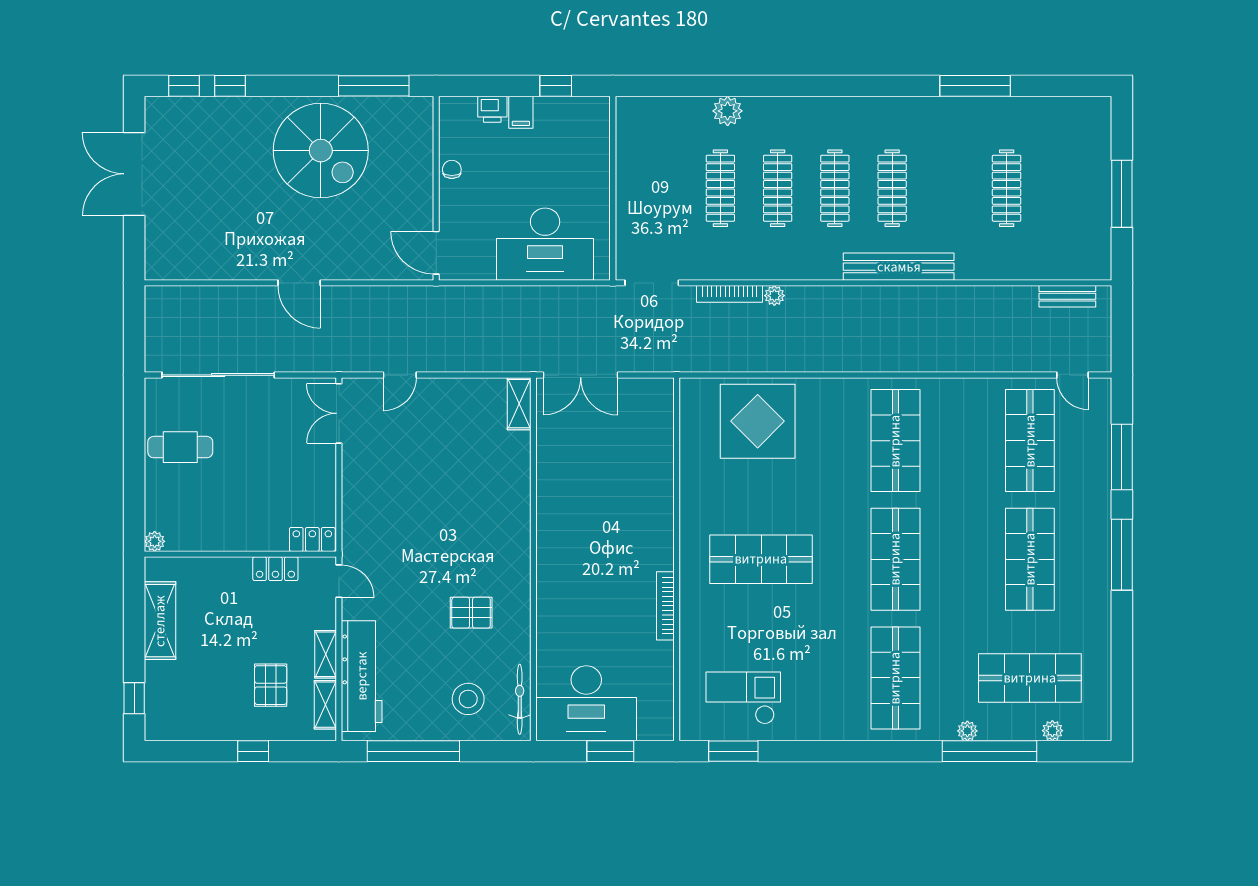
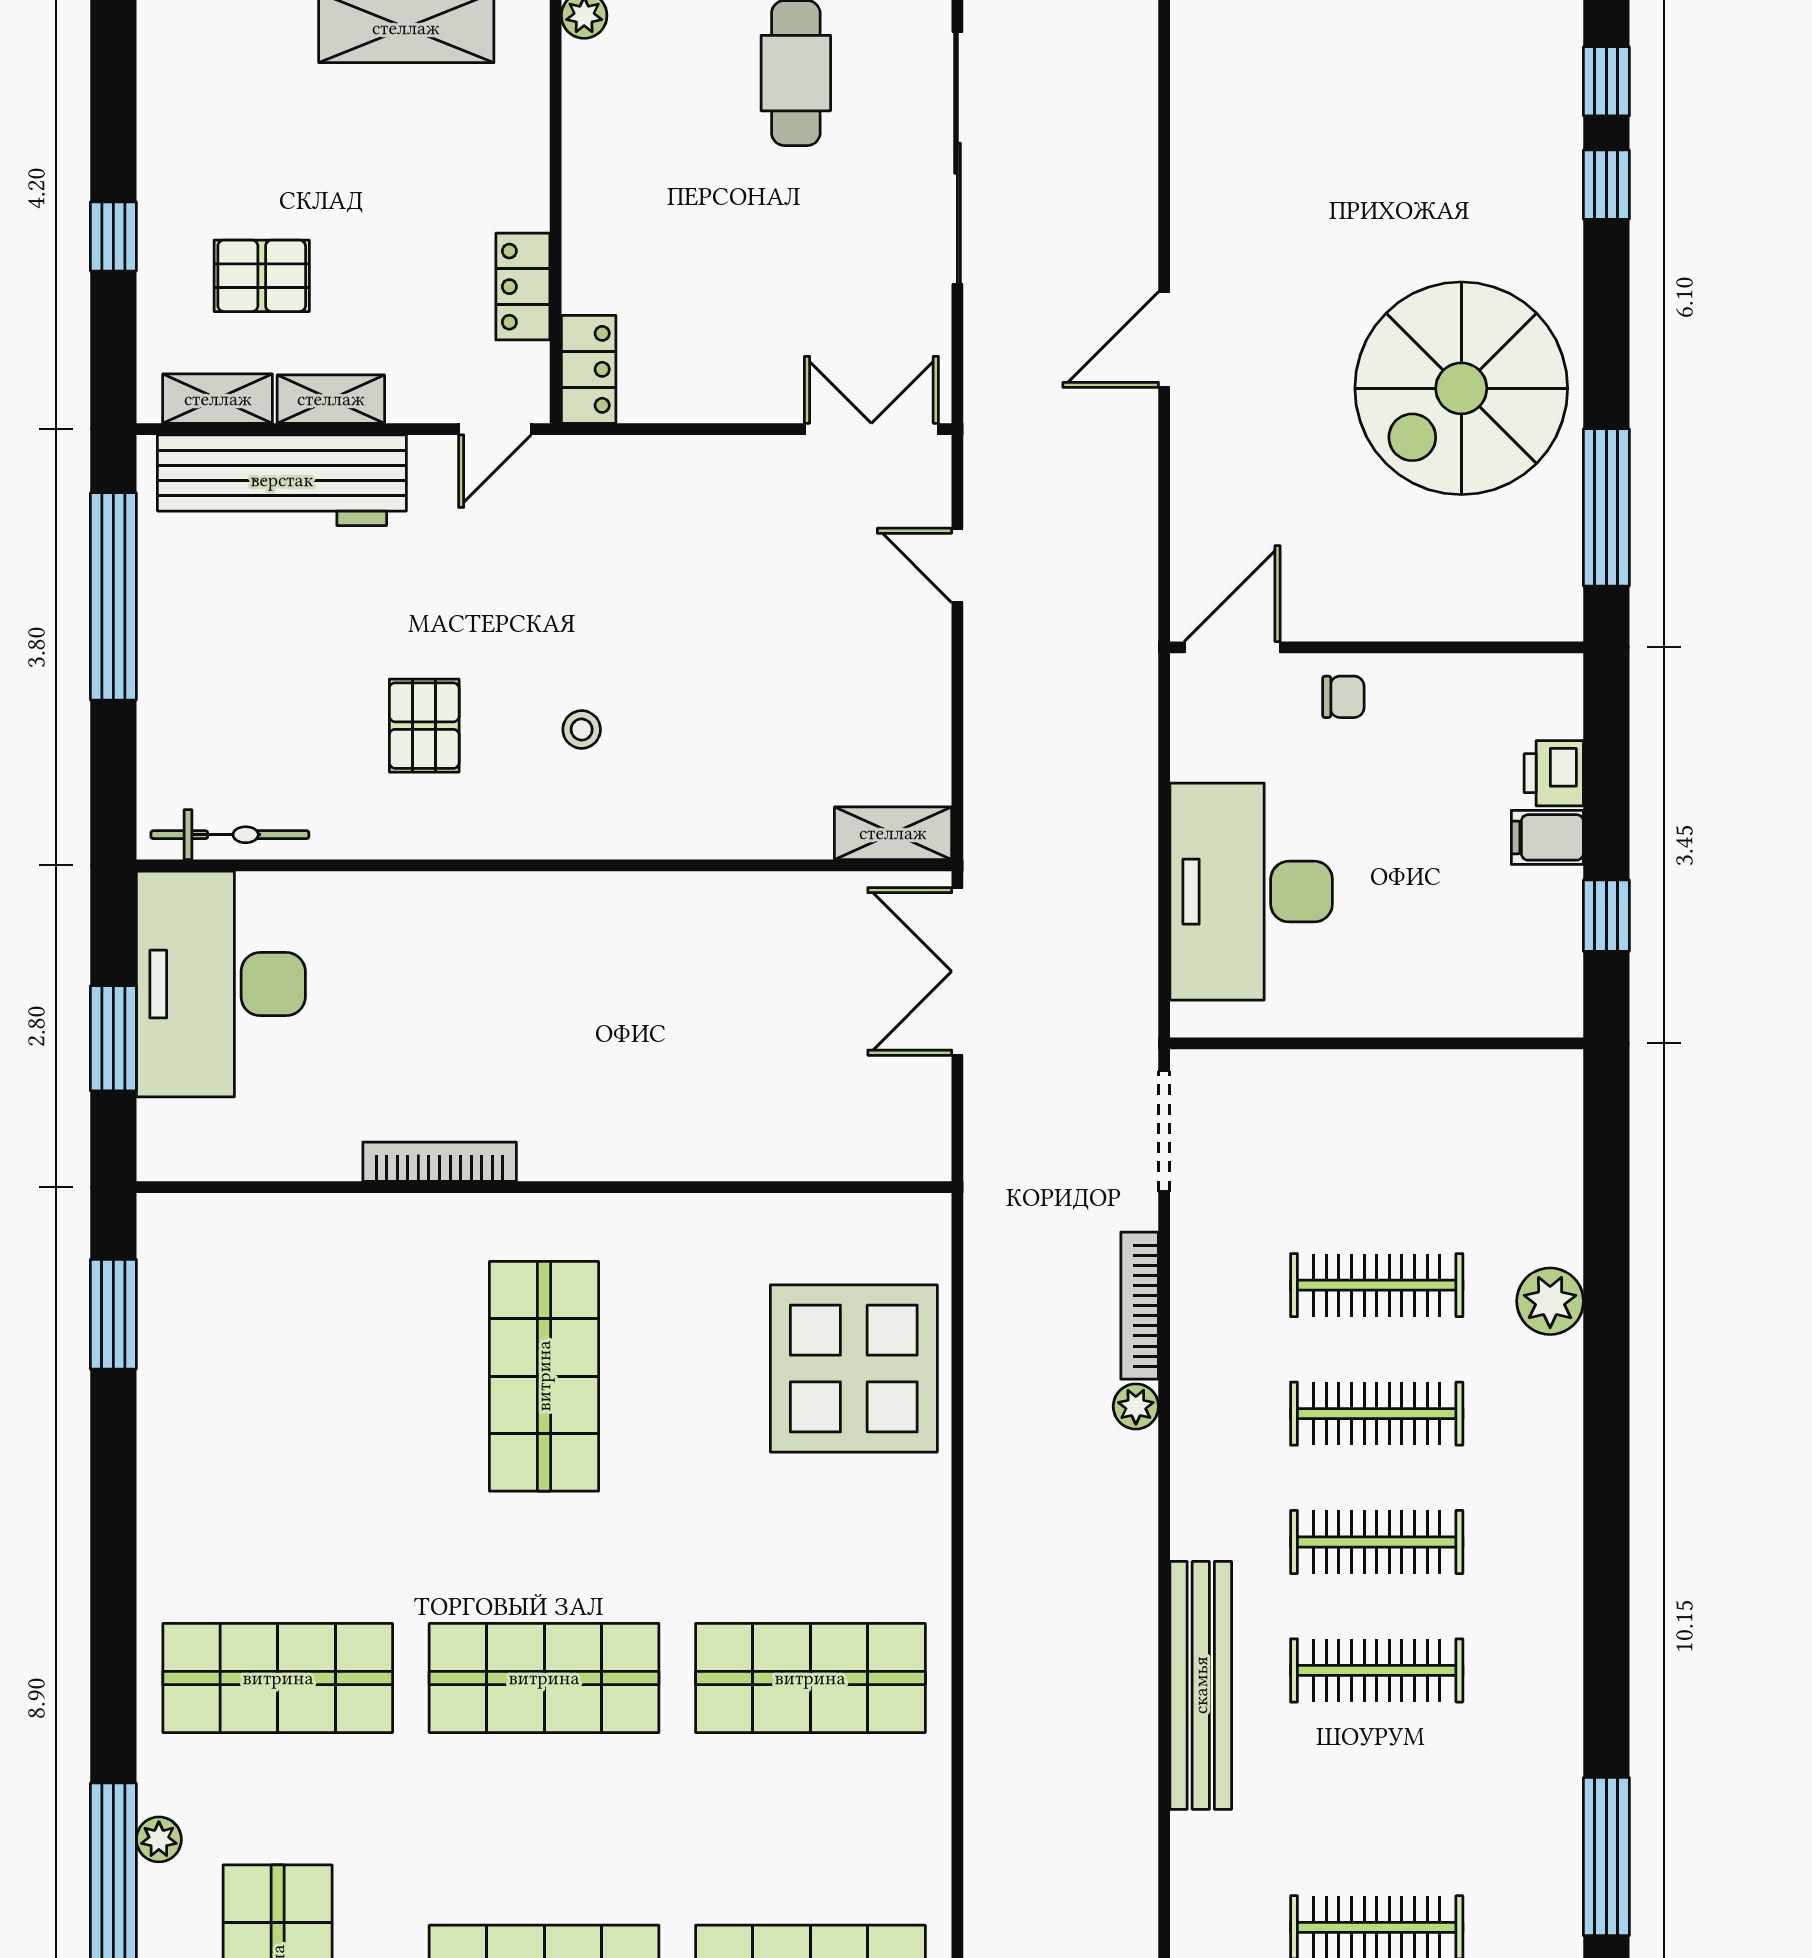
chair: (452, 169) -> (1343, 697), moved
checkout: (743, 698) -> (233, 1336), removed
stool: (468, 699) -> (582, 730), moved, width x0.53, depth x0.53

